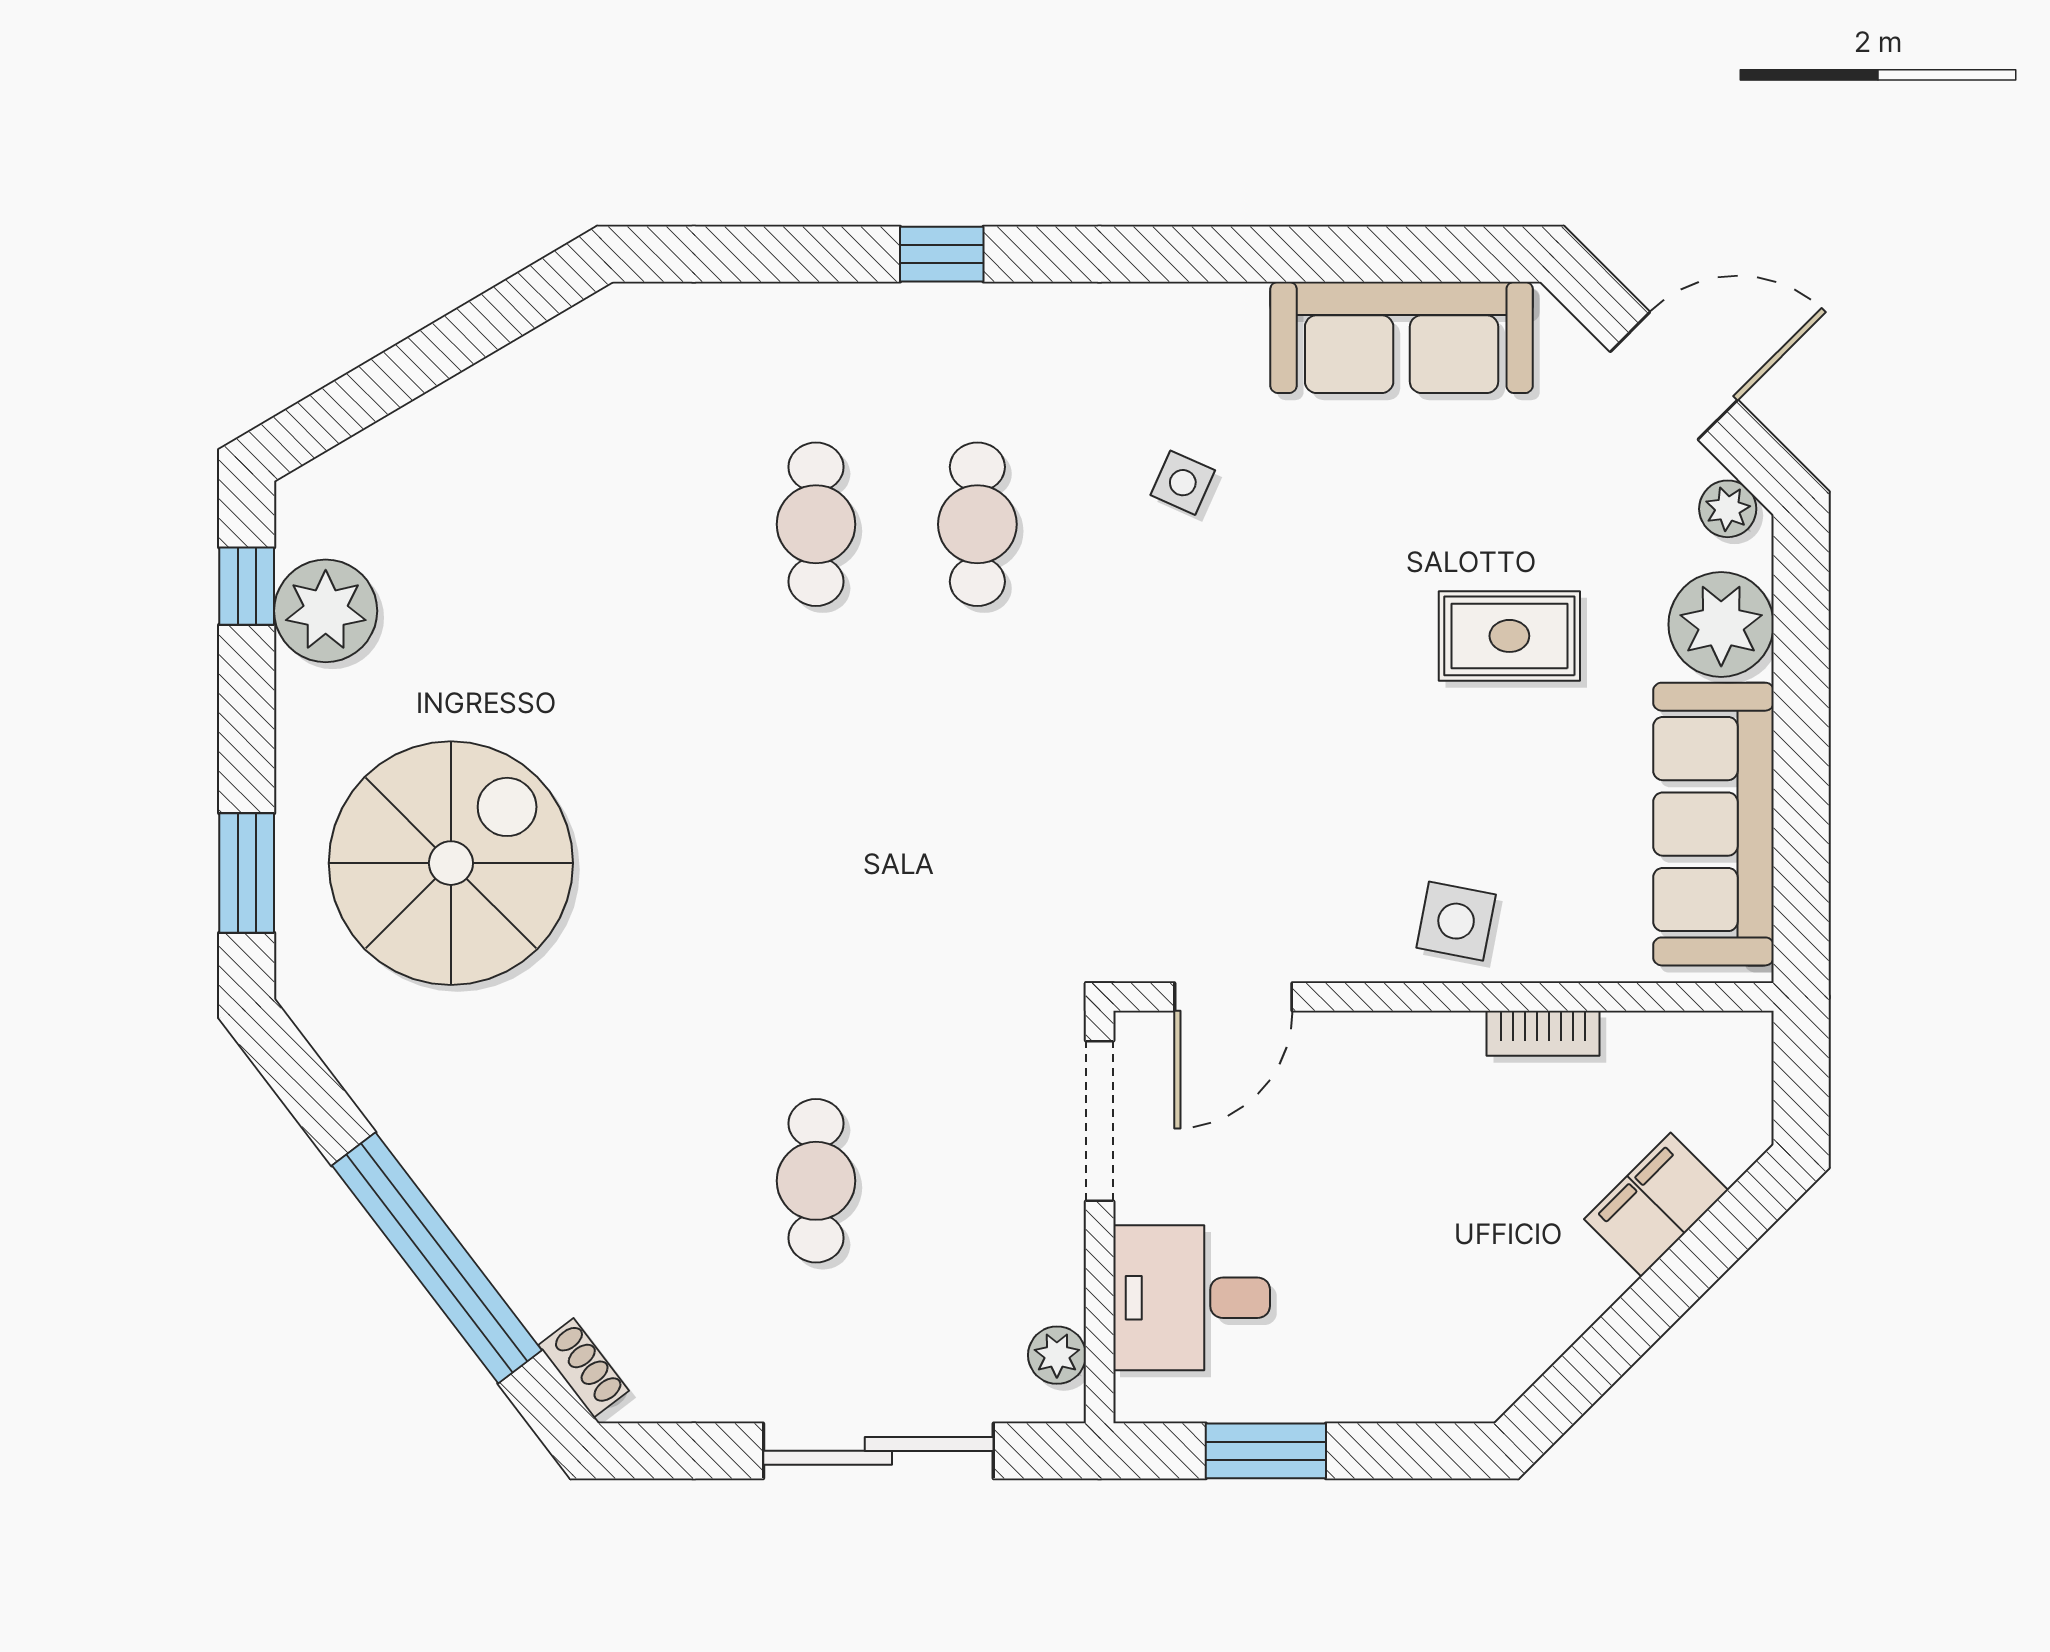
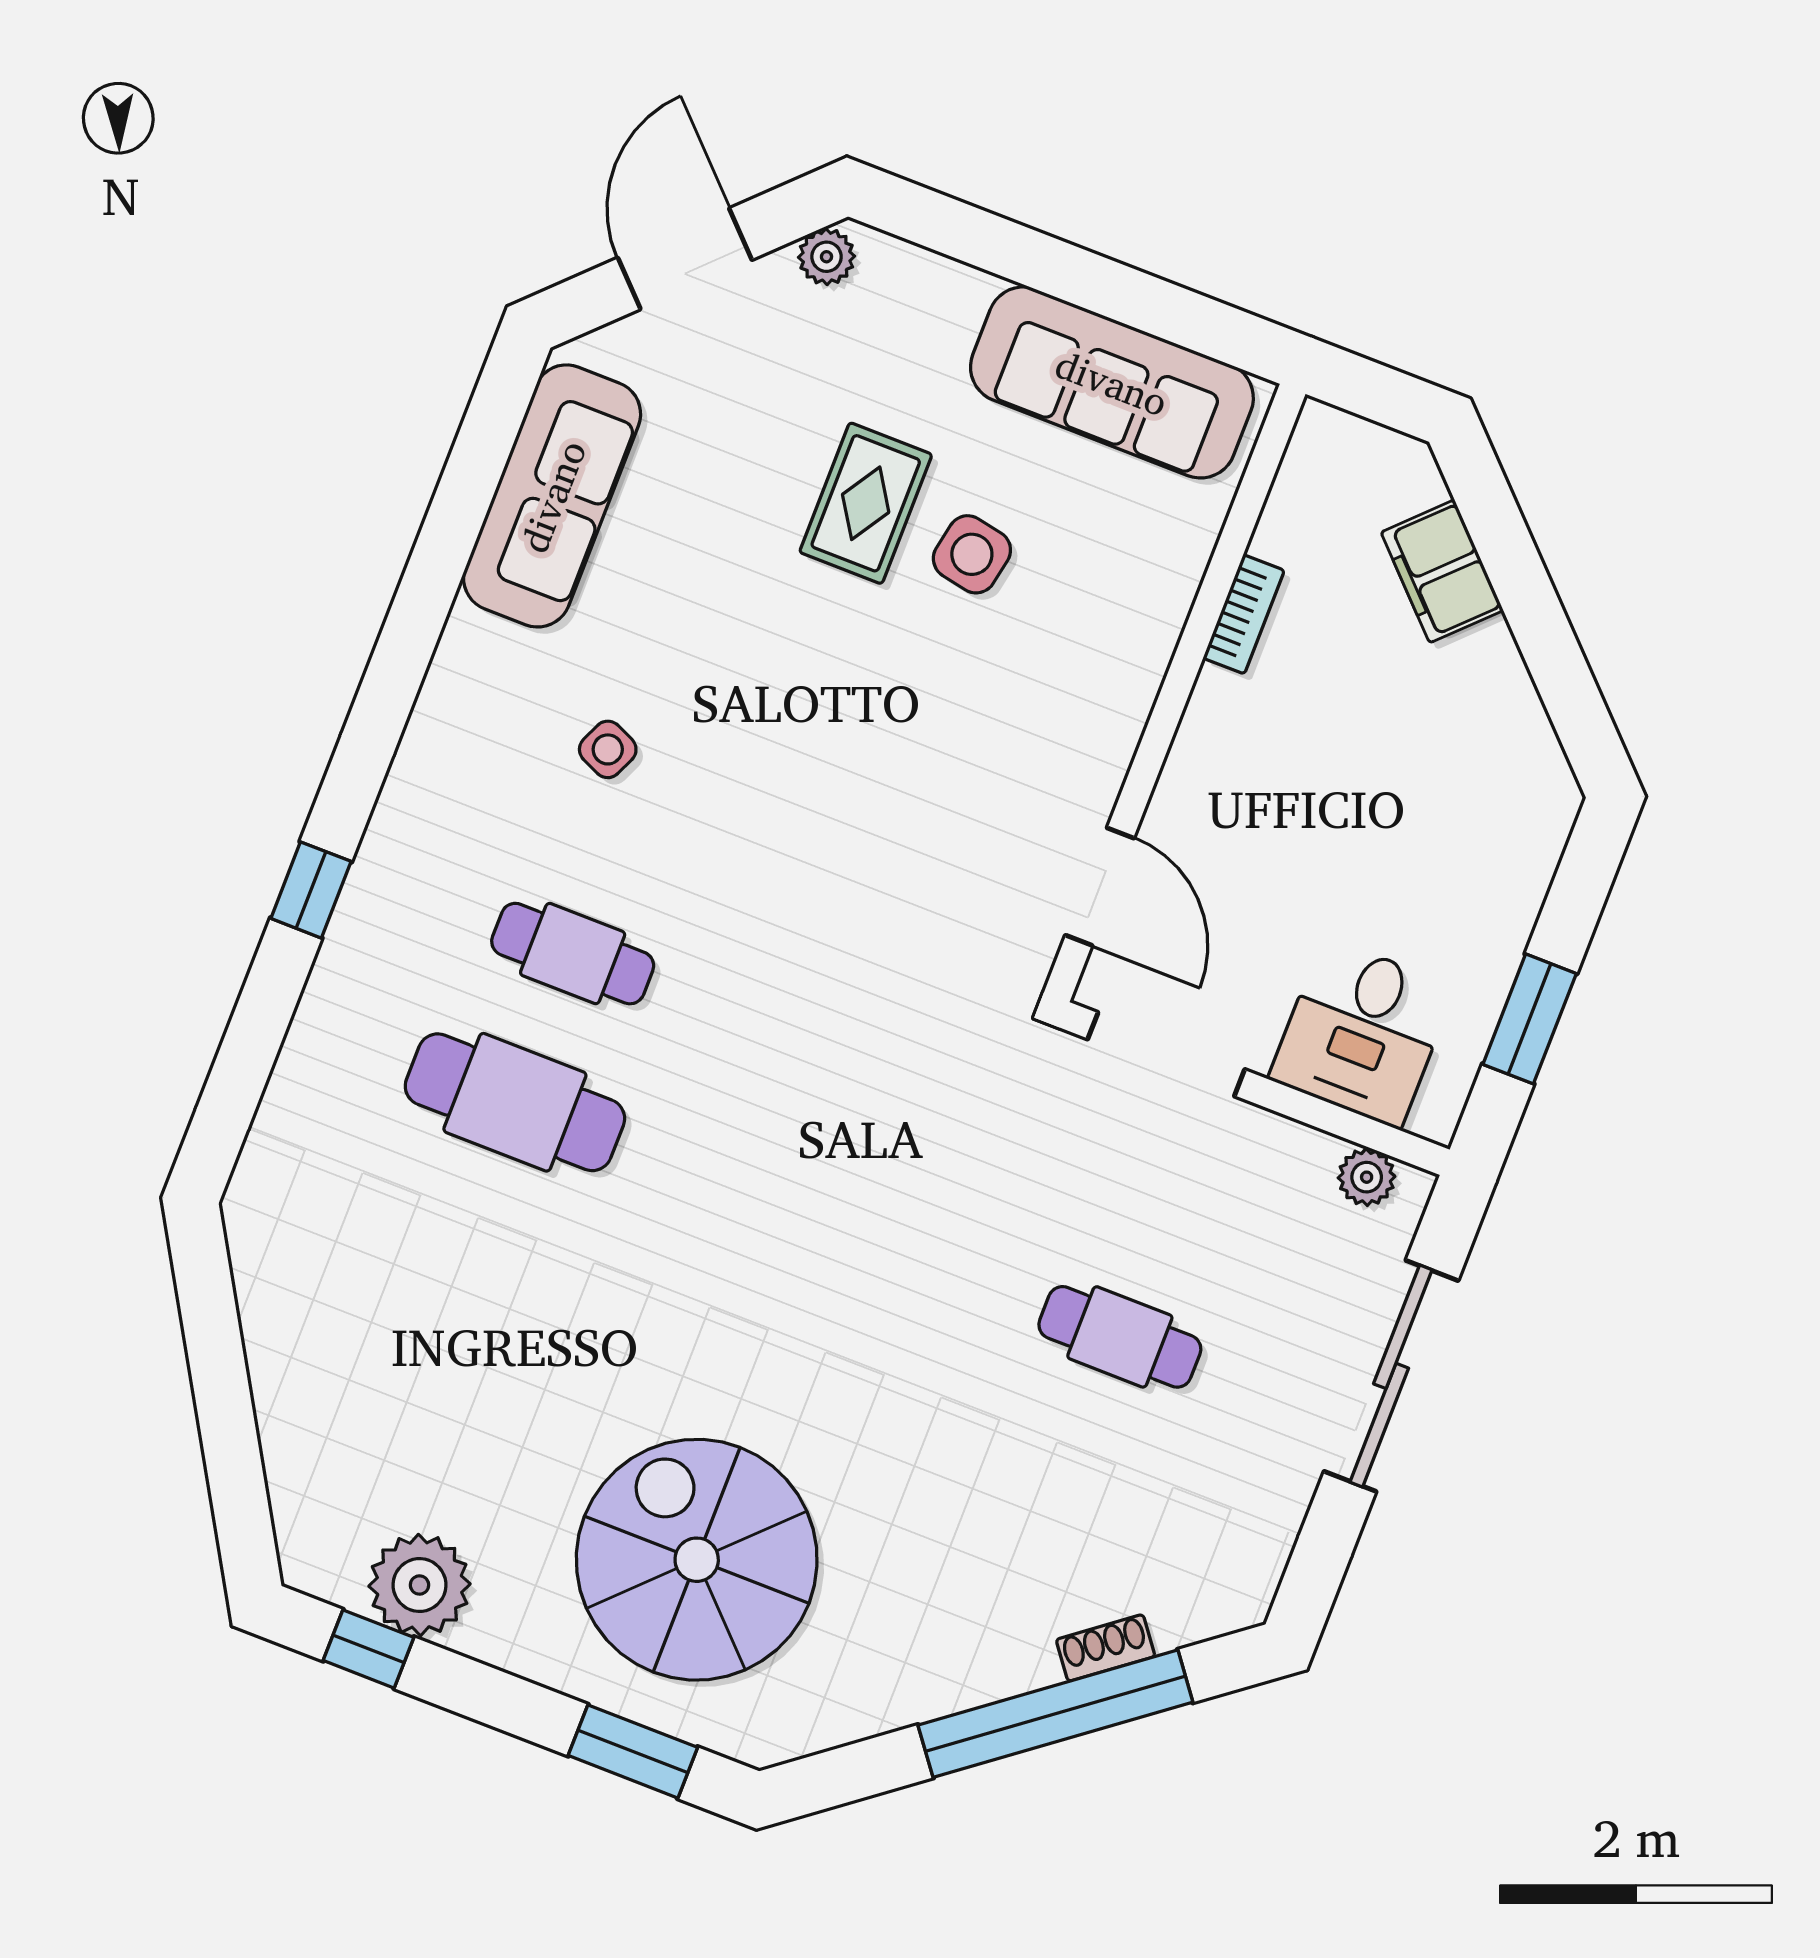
cafe table: (816, 524) -> (515, 1102), width x1.37, depth x1.35
plant: (1721, 624) -> (931, 304), removed
side table: (1456, 921) -> (972, 554), moved
shoe rack: (584, 1368) -> (1106, 1648), moved

